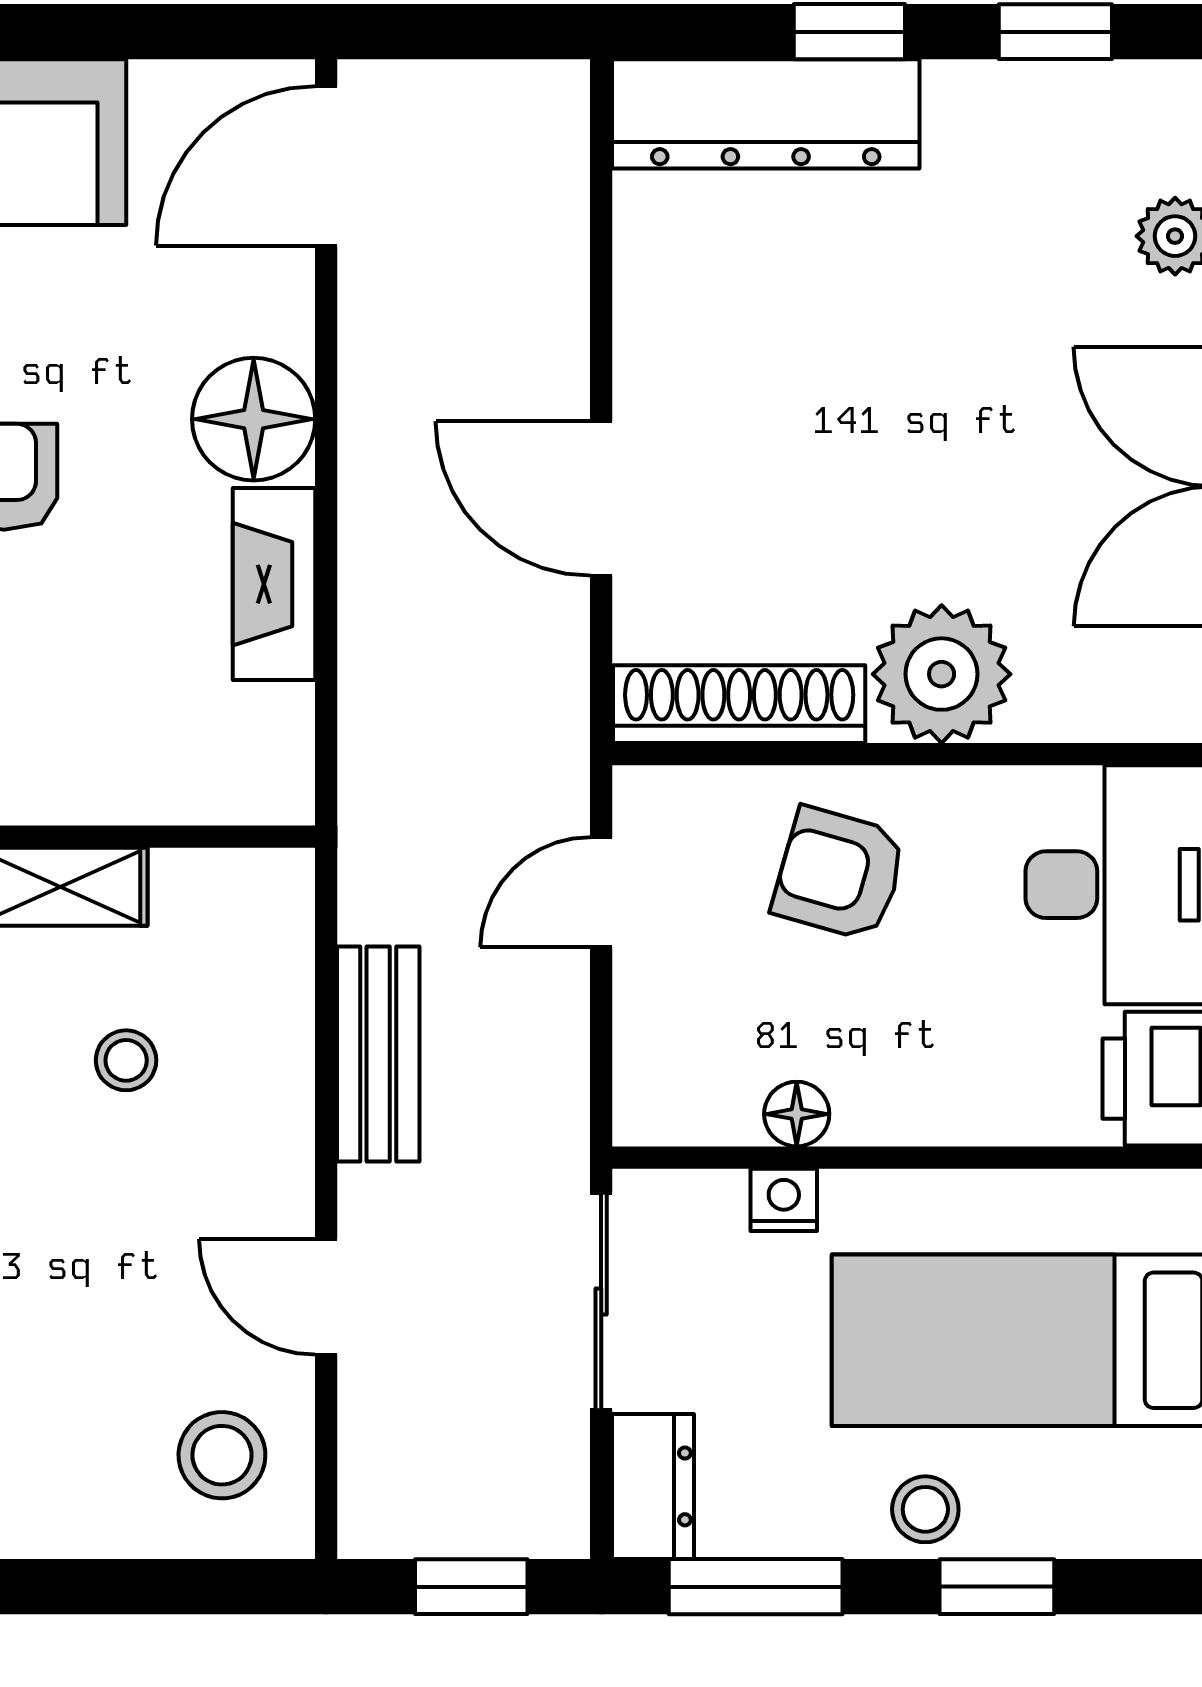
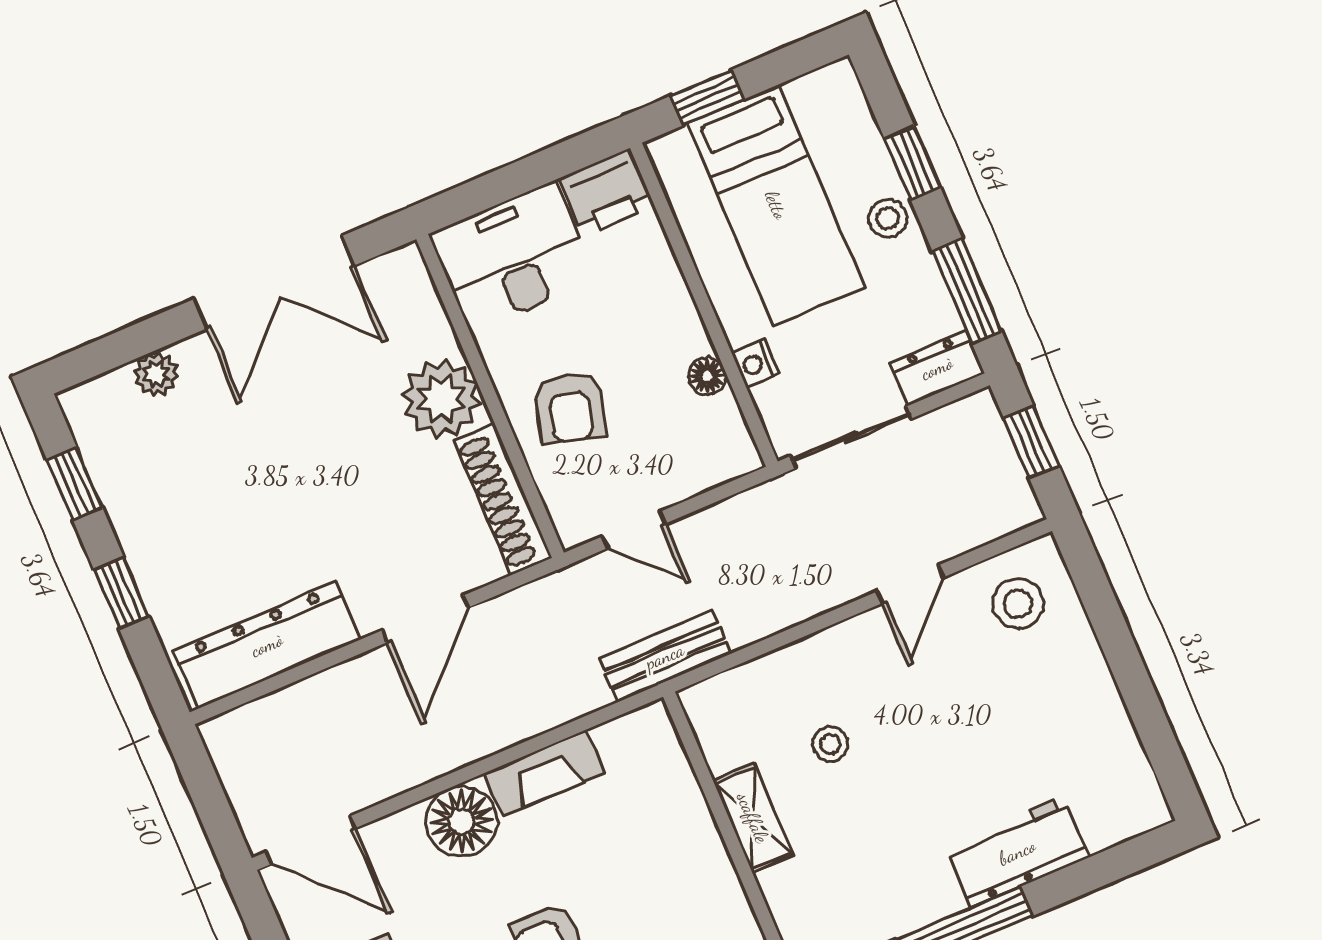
dresser: (766, 114) -> (267, 645), moved, turned -90
bench: (378, 1054) -> (665, 656), moved

